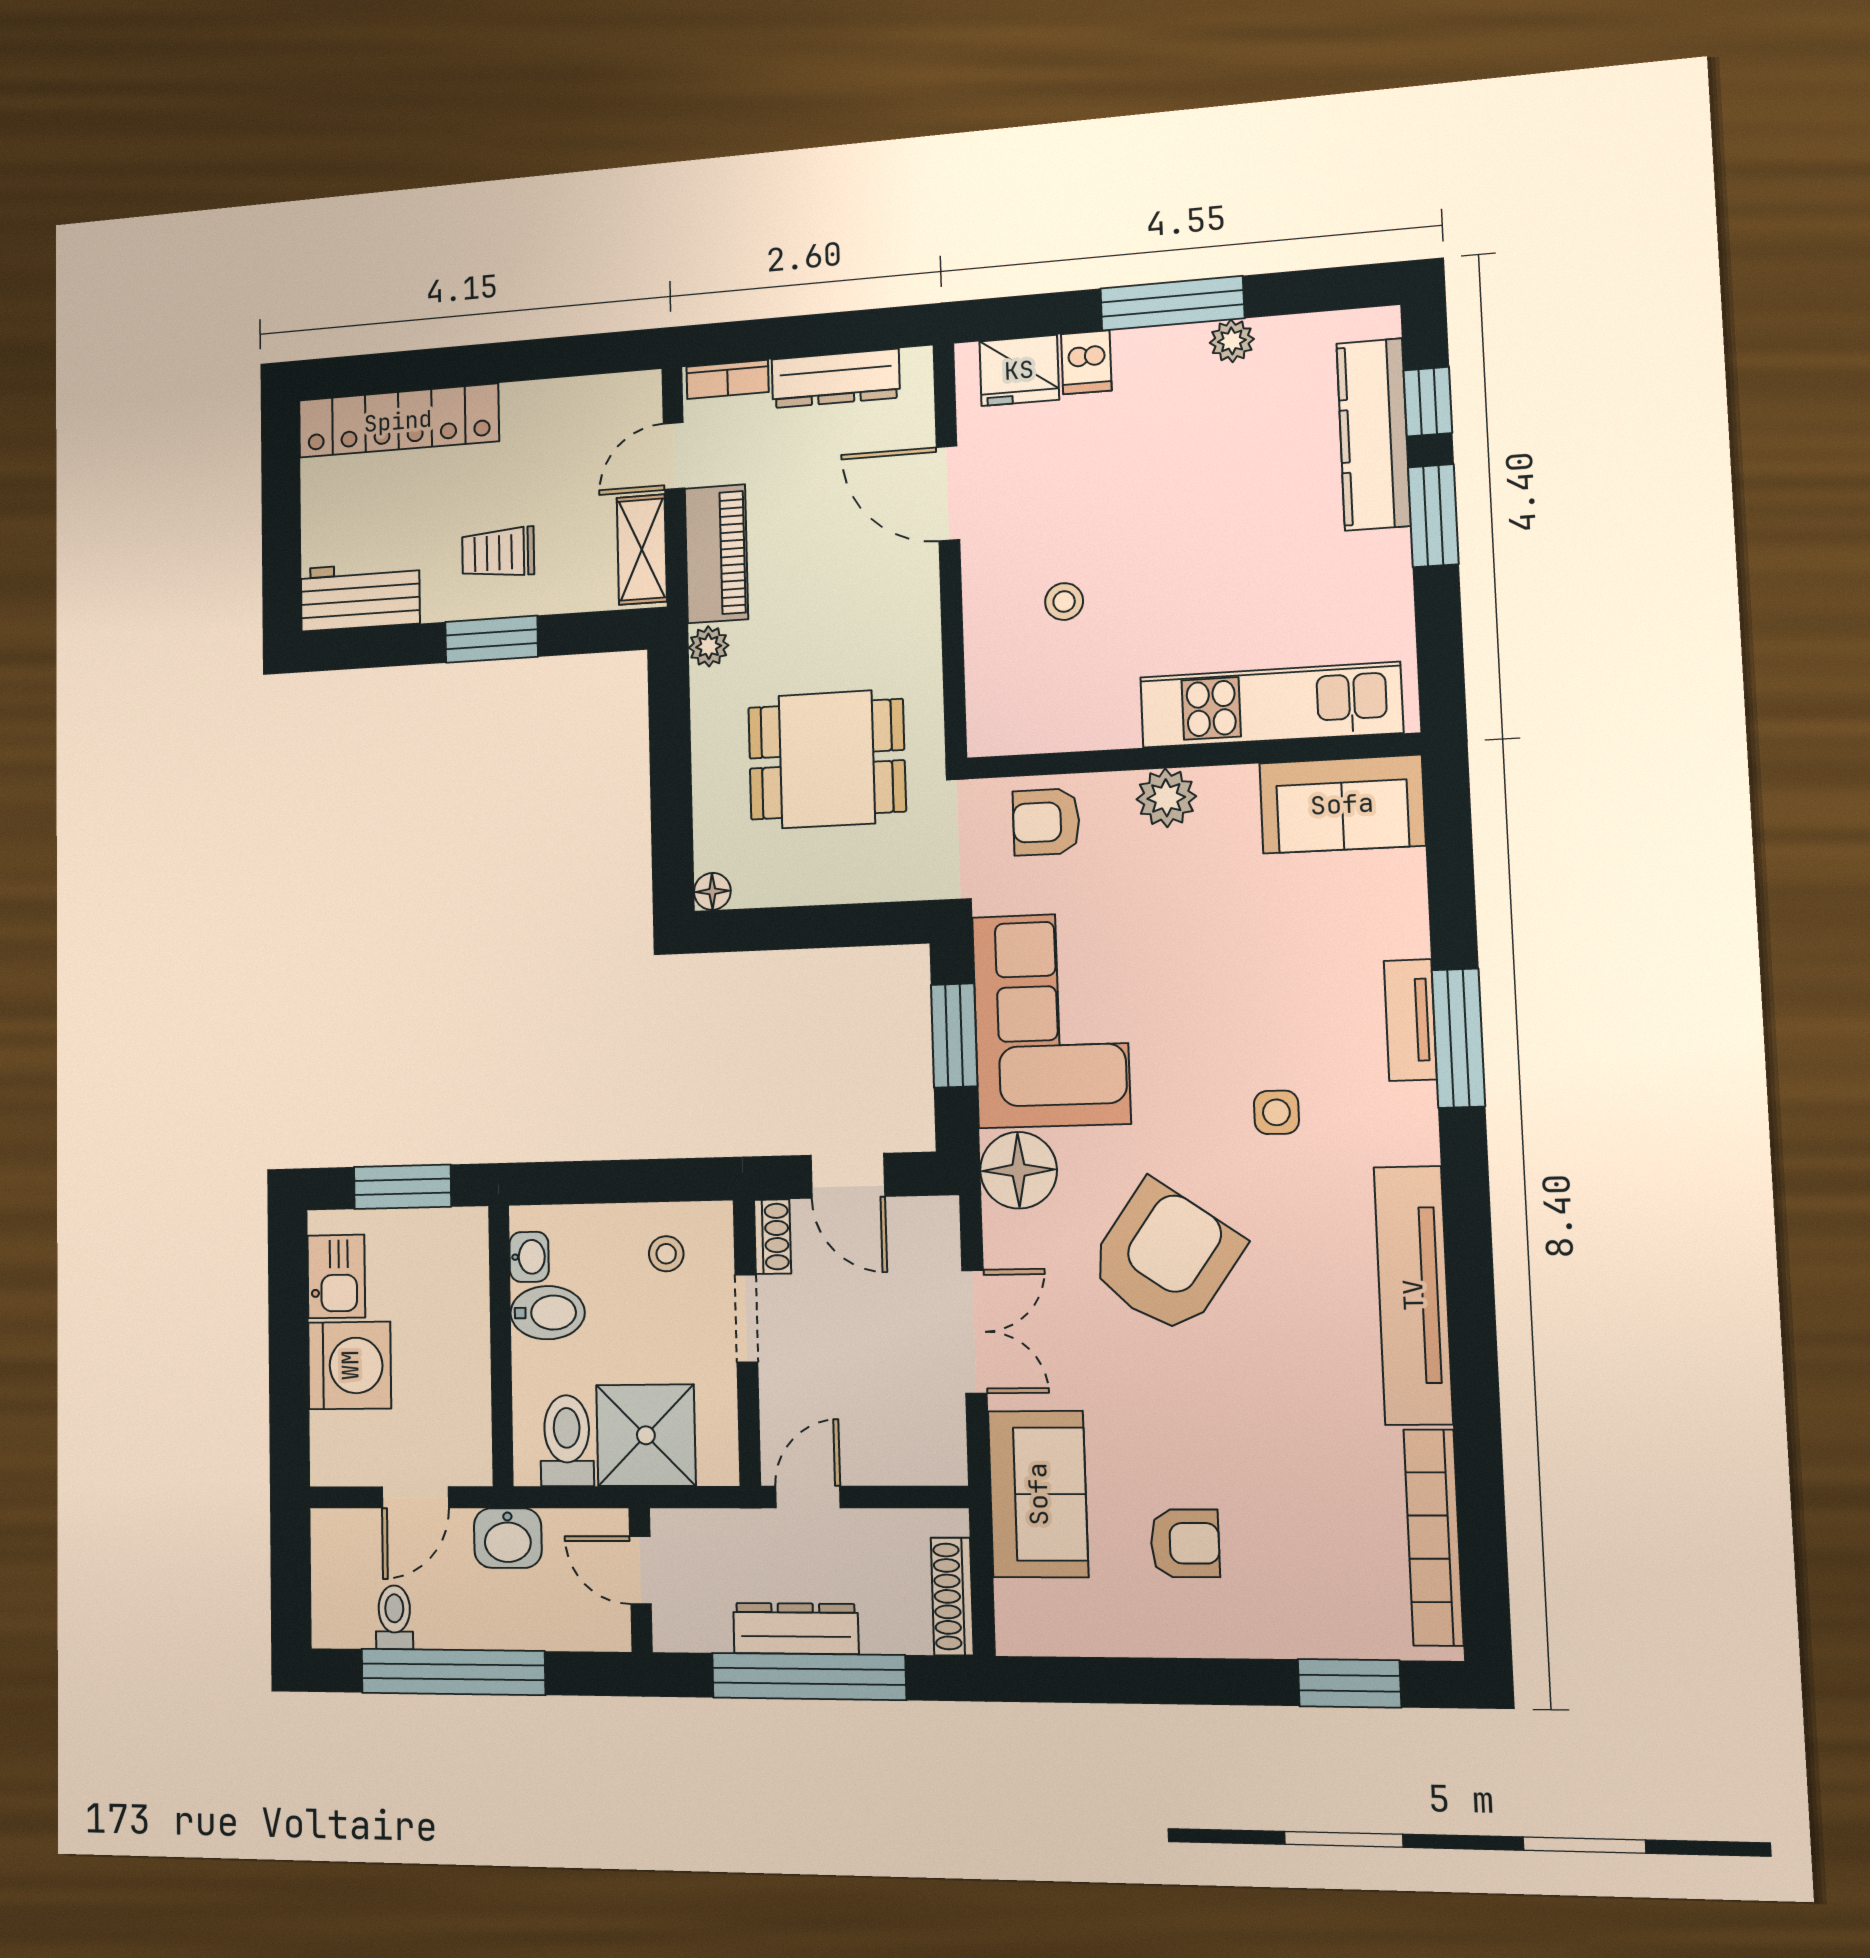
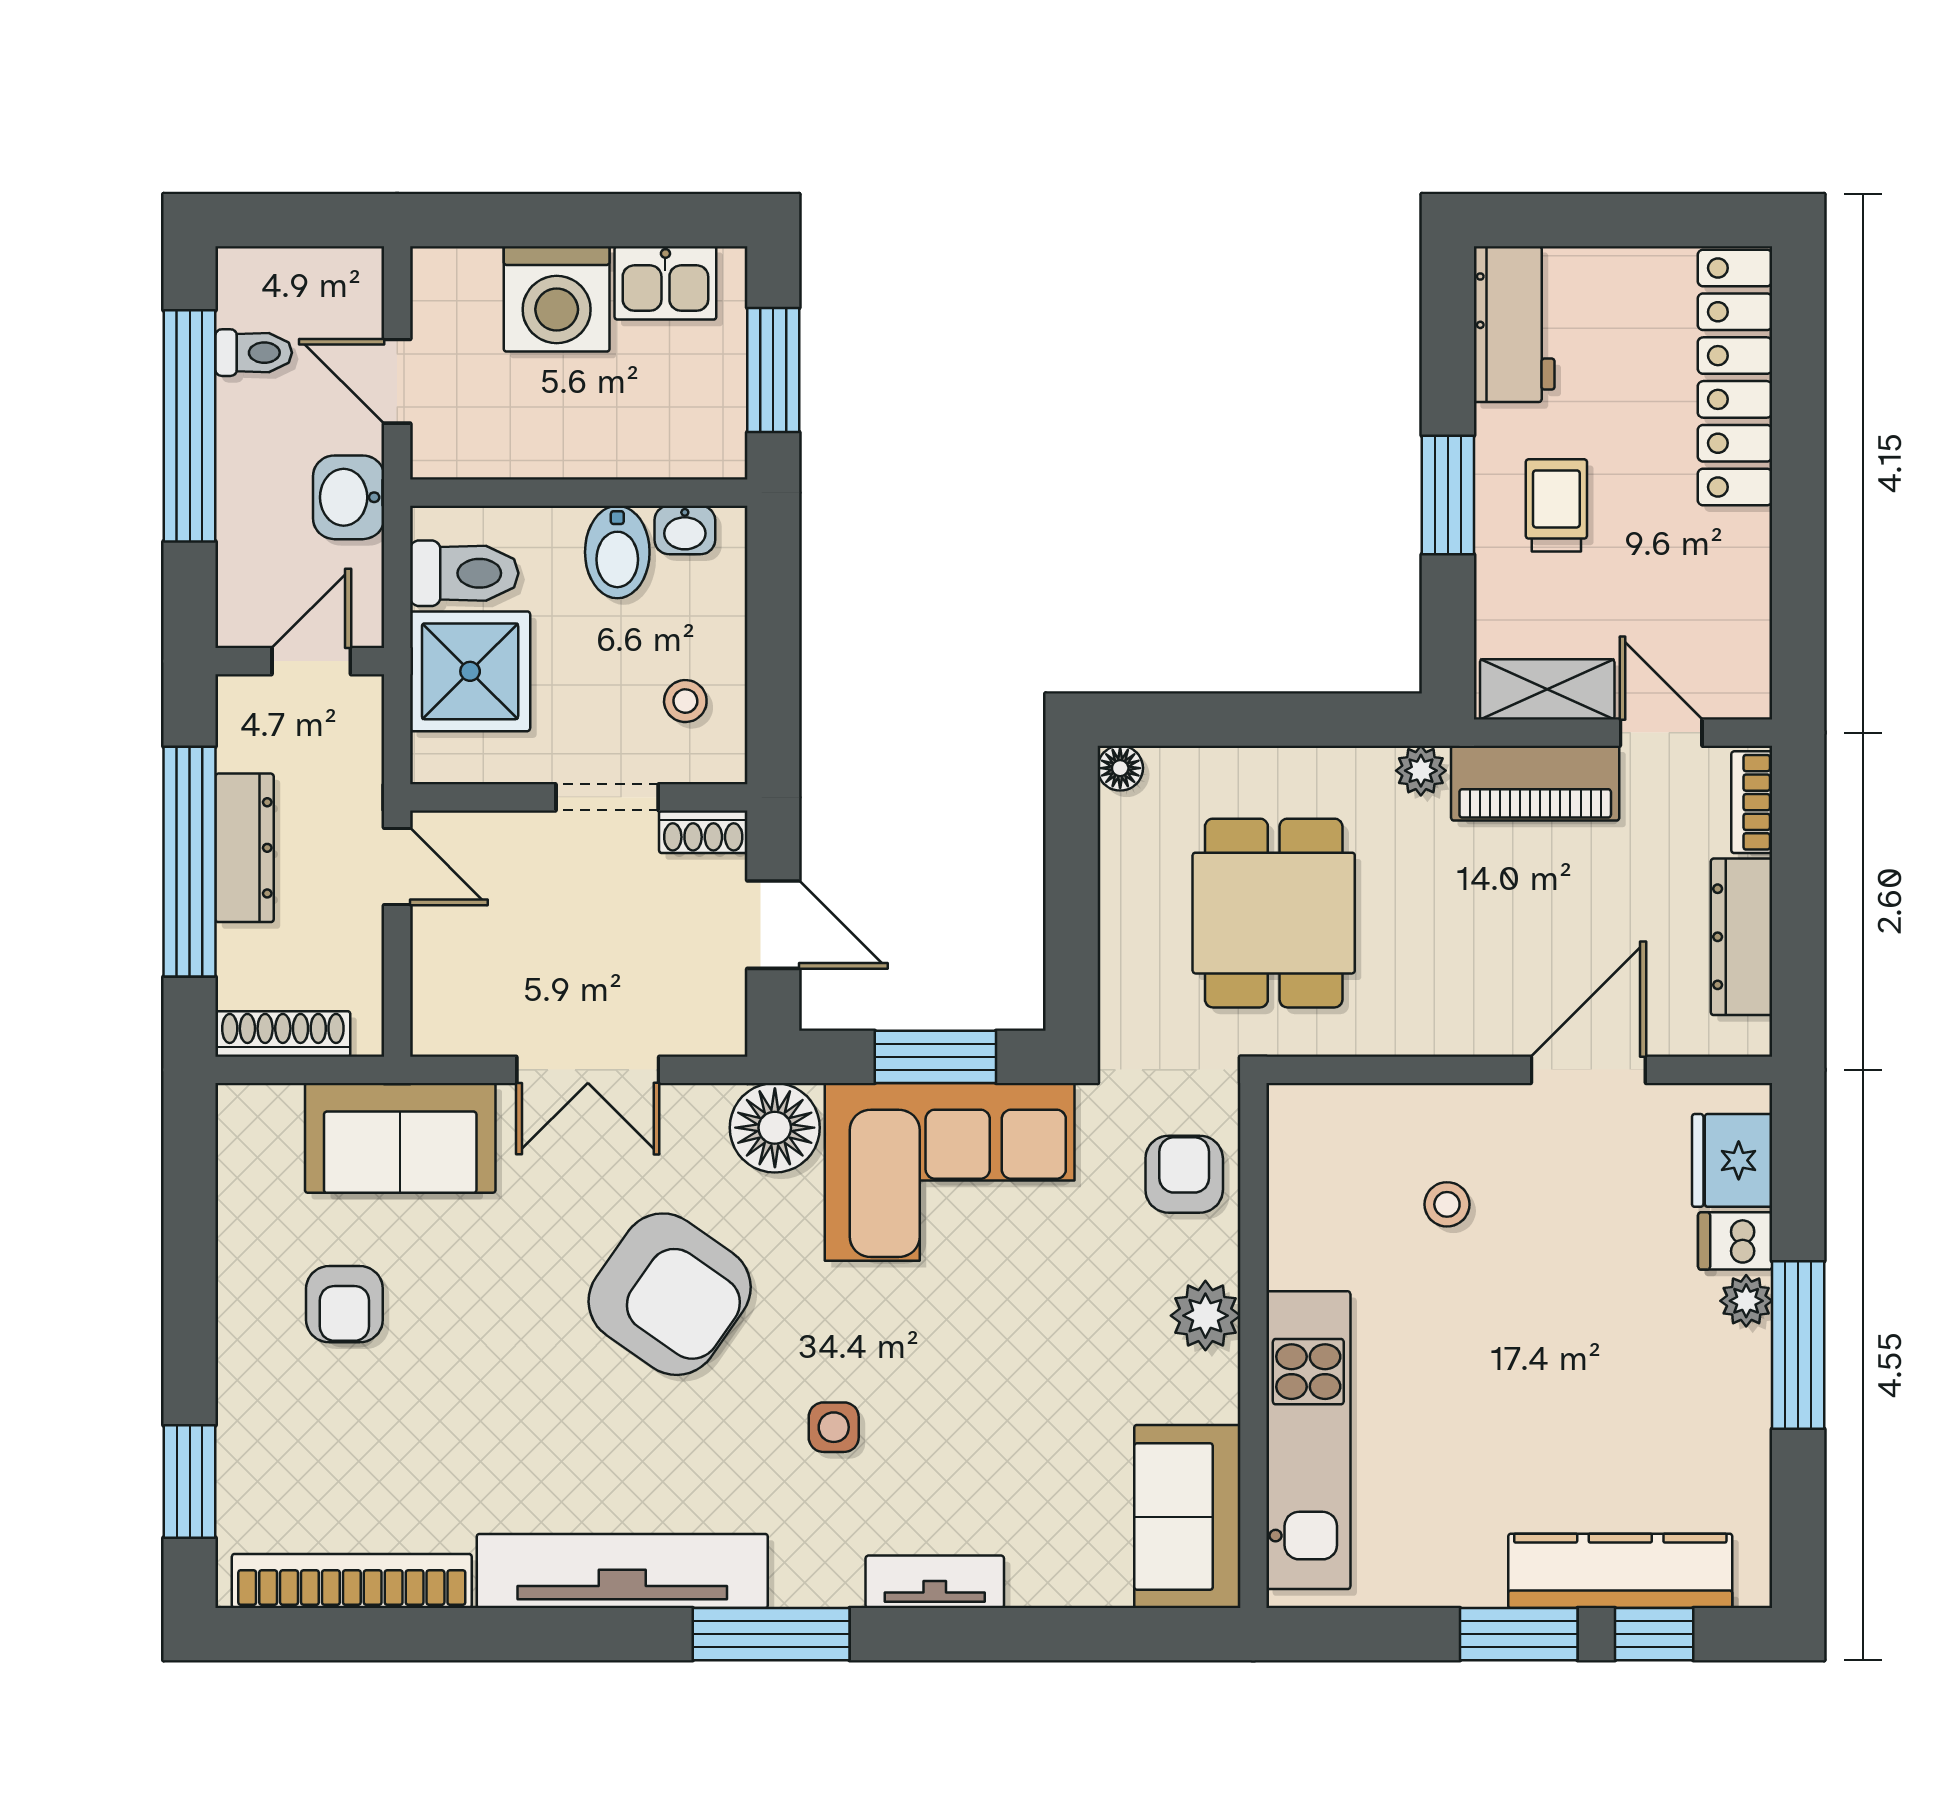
plant: (1232, 341) -> (1746, 1301), moved
window: (1458, 1038) -> (771, 1634), moved
door: (848, 1176) -> (773, 925), swing flipped

